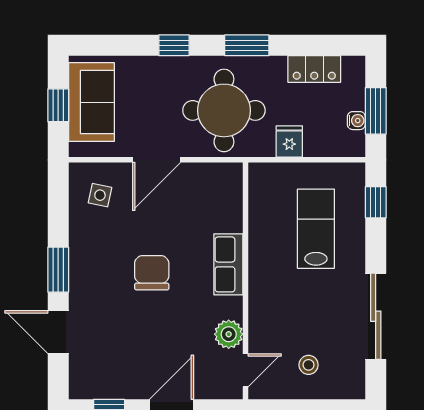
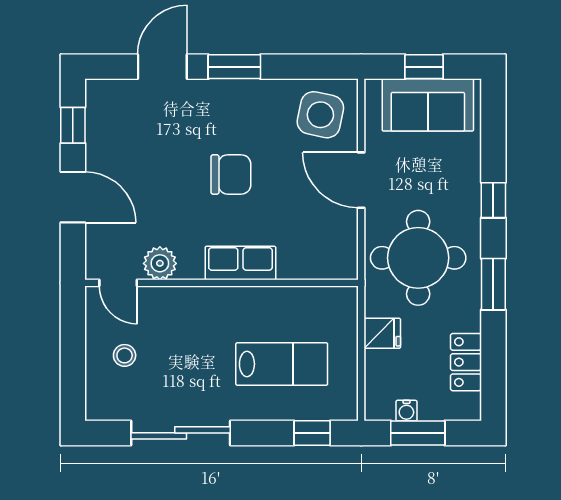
side table: (100, 195) -> (320, 115), width x1.87, depth x1.87

